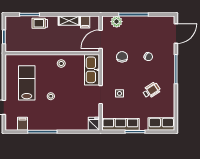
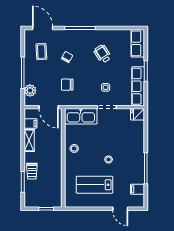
coffee table: (154, 32) -> (41, 52), added

